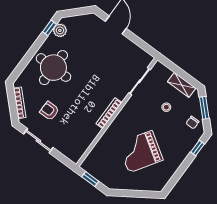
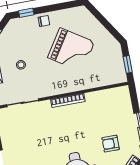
armchair: (49, 111) -> (111, 144), turned 90
chair: (192, 123) -> (44, 21), moved

